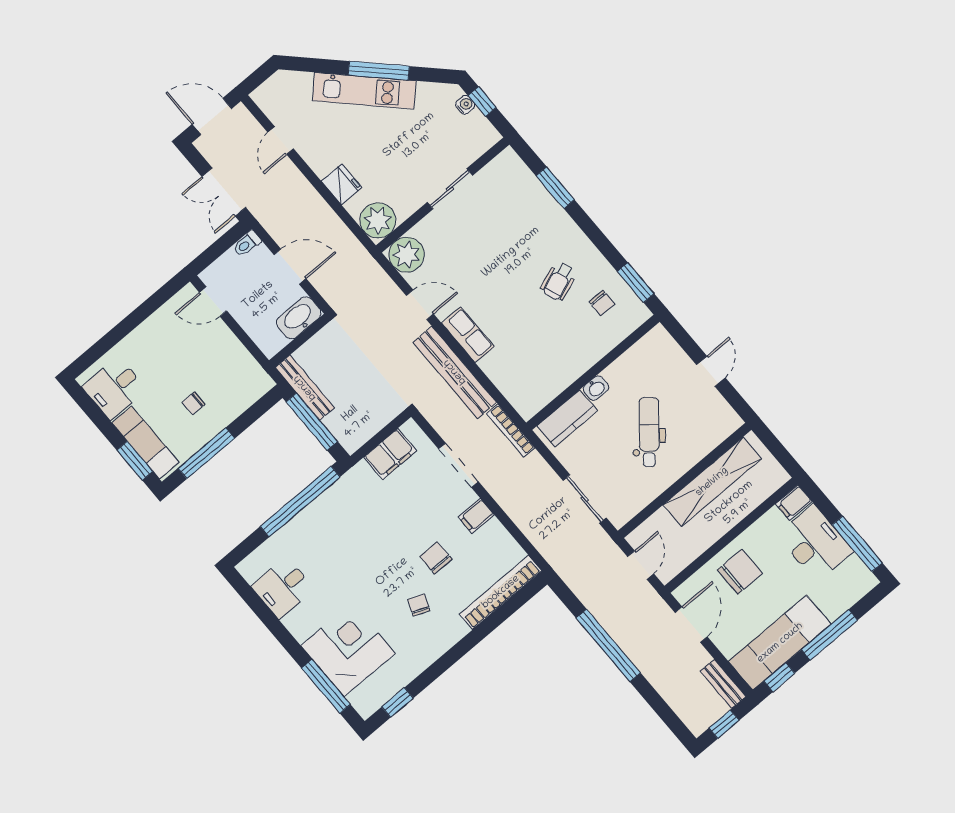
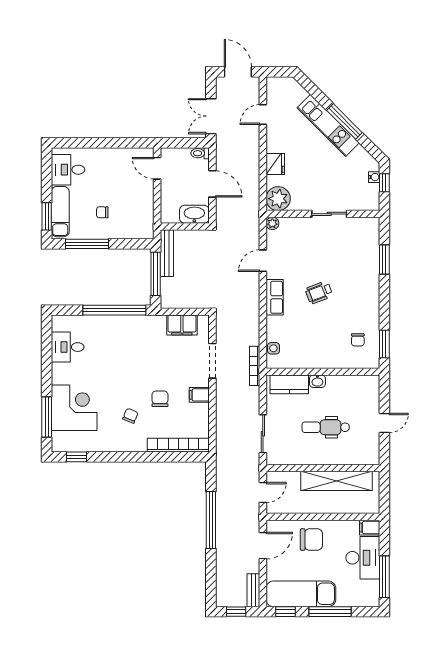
plant: (407, 255) -> (272, 223), width x0.53, depth x0.53
wheelchair: (559, 281) -> (319, 292), moved
door: (420, 305) -> (263, 261), swing flipped
bench: (455, 372) -> (251, 311), removed
side table: (515, 393) -> (273, 348), added
dental chair: (649, 432) -> (326, 427), turned -130

